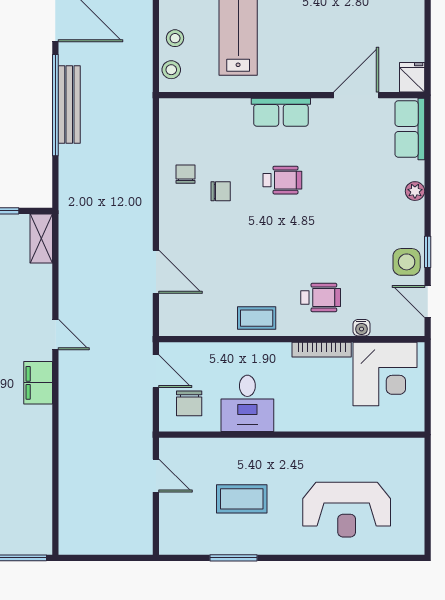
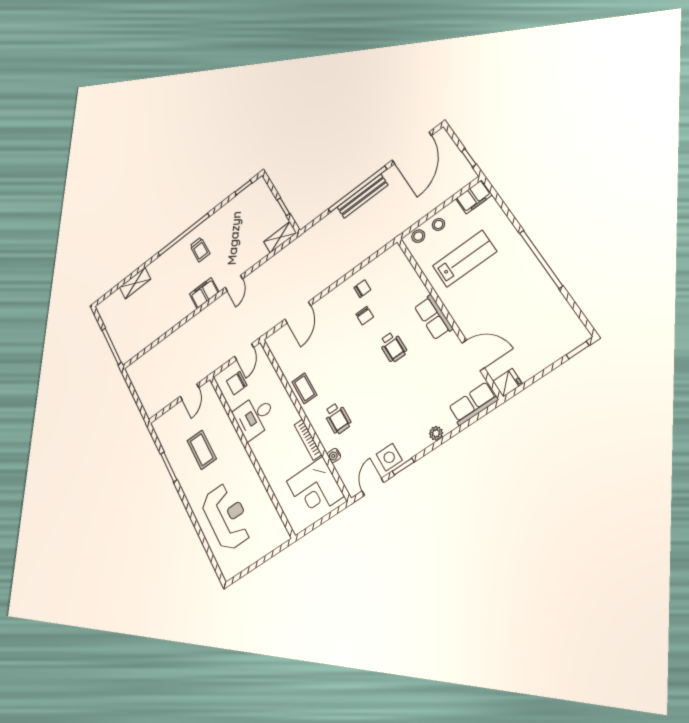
reception desk: (347, 510) -> (227, 517), turned 180

